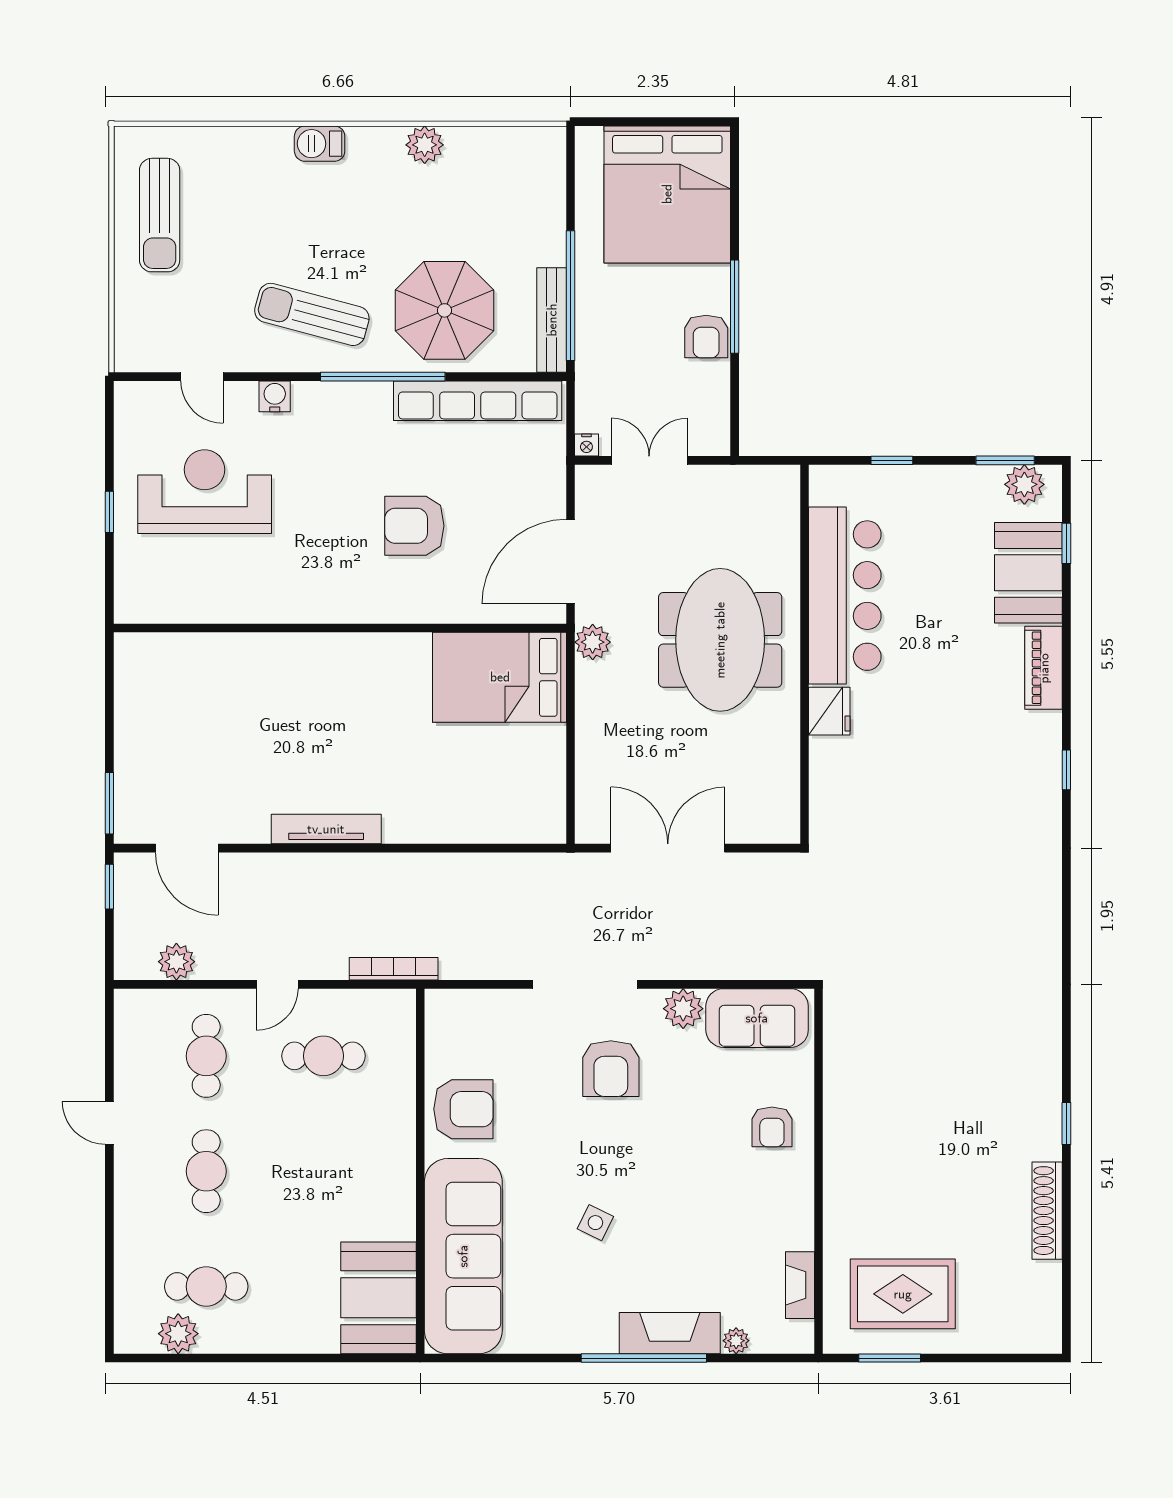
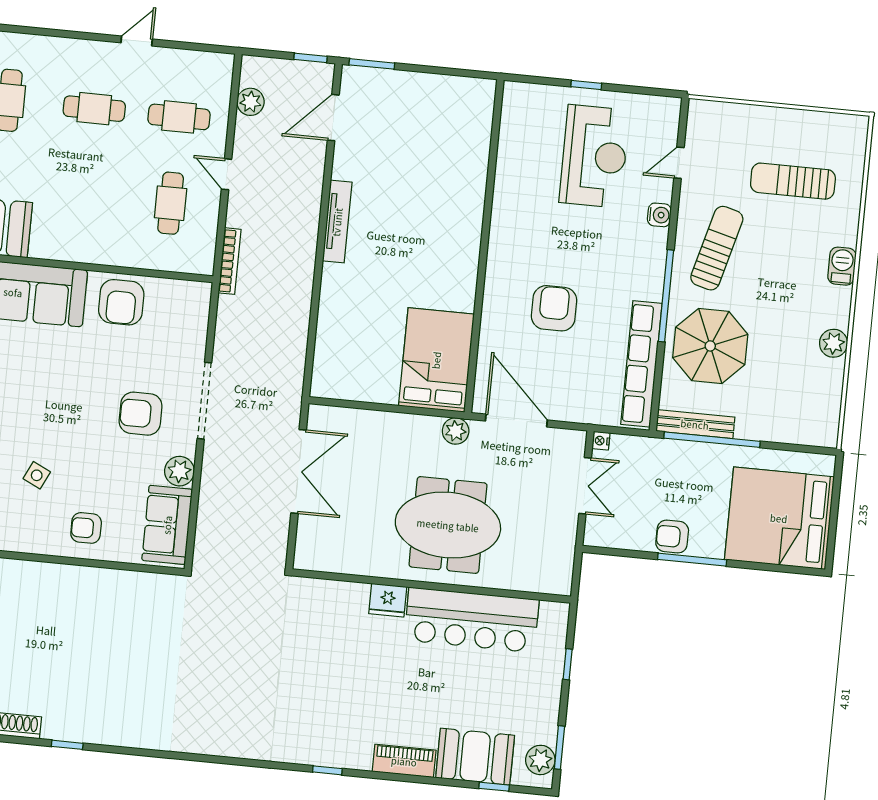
sun lounger: (160, 215) -> (793, 181), moved
side table: (595, 1223) -> (37, 475), moved

